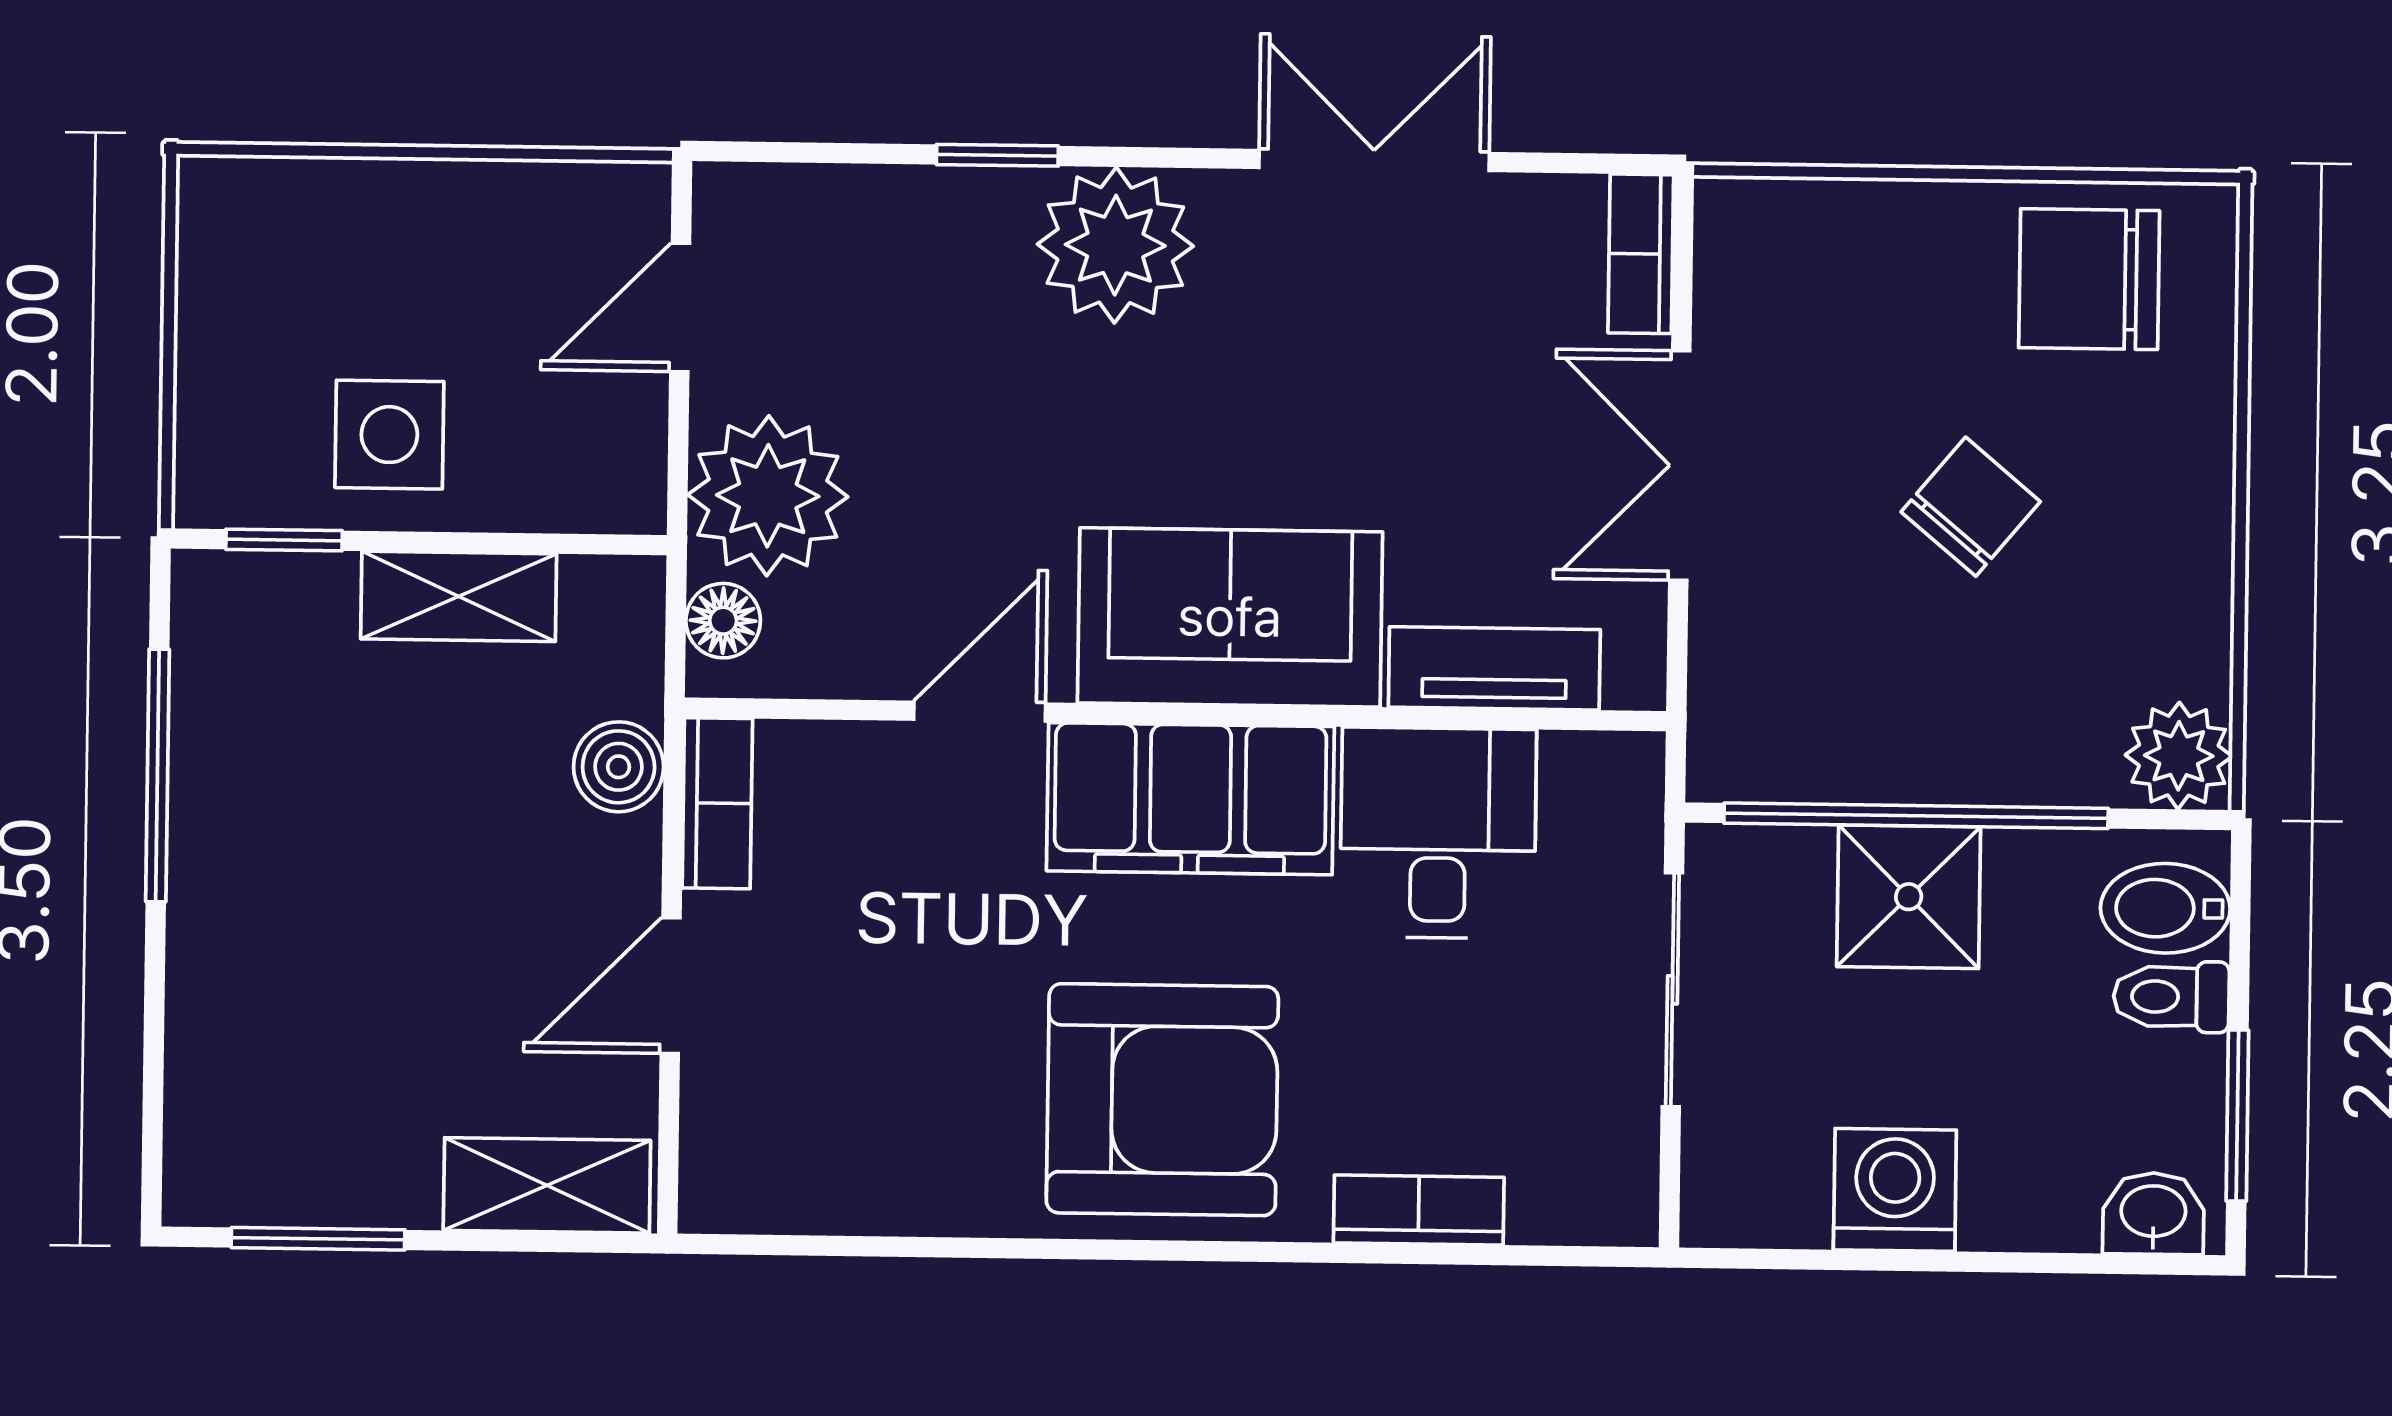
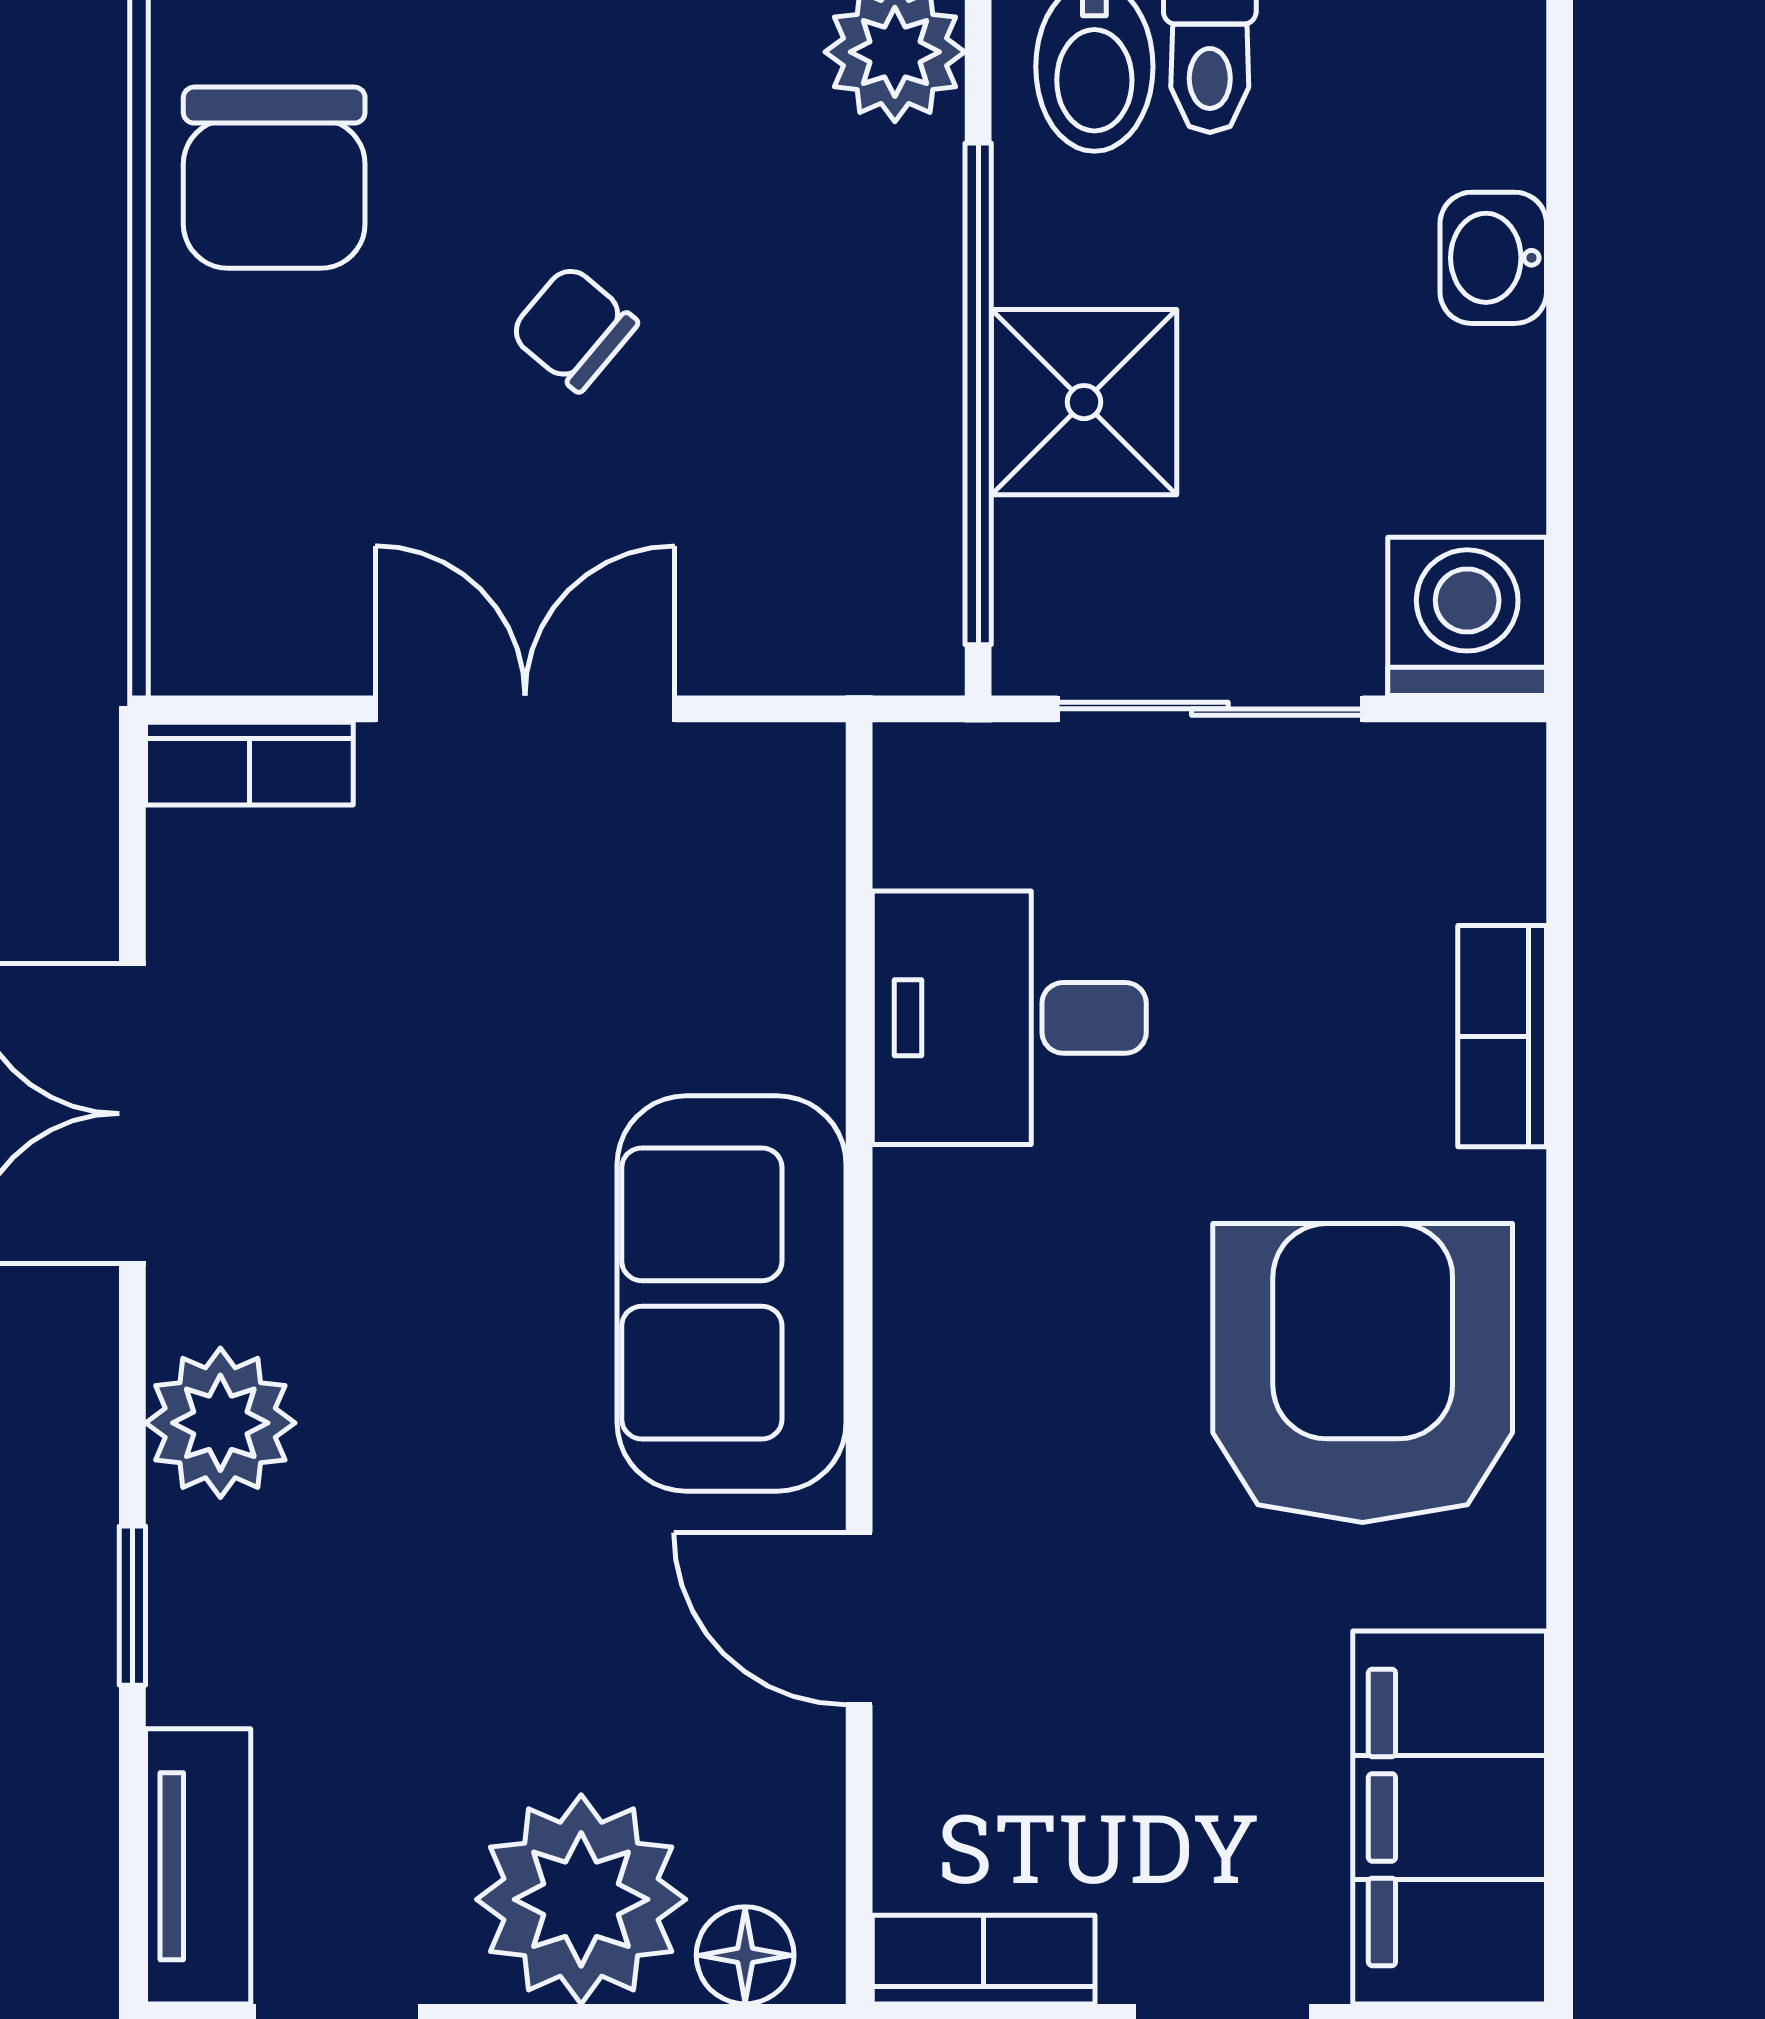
plant: (1115, 245) -> (220, 1423), width x0.73, depth x0.73
double door: (1680, 466) -> (525, 709), swing flipped
chair: (1971, 507) -> (574, 328), width x0.73, depth x0.73
tv unit: (1494, 668) -> (198, 1866), moved, turned 180
filing cabinet: (1190, 799) -> (1450, 1817), moved, turned 180
washing machine: (1895, 1190) -> (1467, 616), moved, turned 90
washbasin: (2153, 1214) -> (1493, 258), moved

